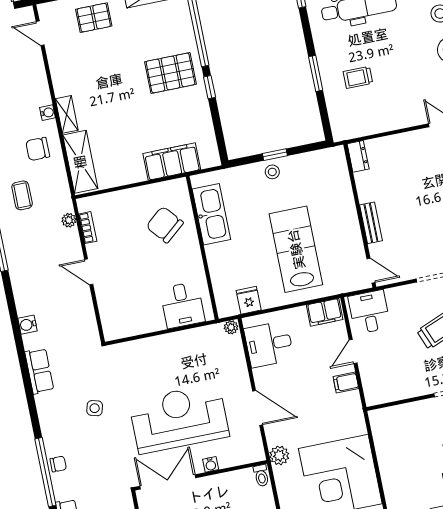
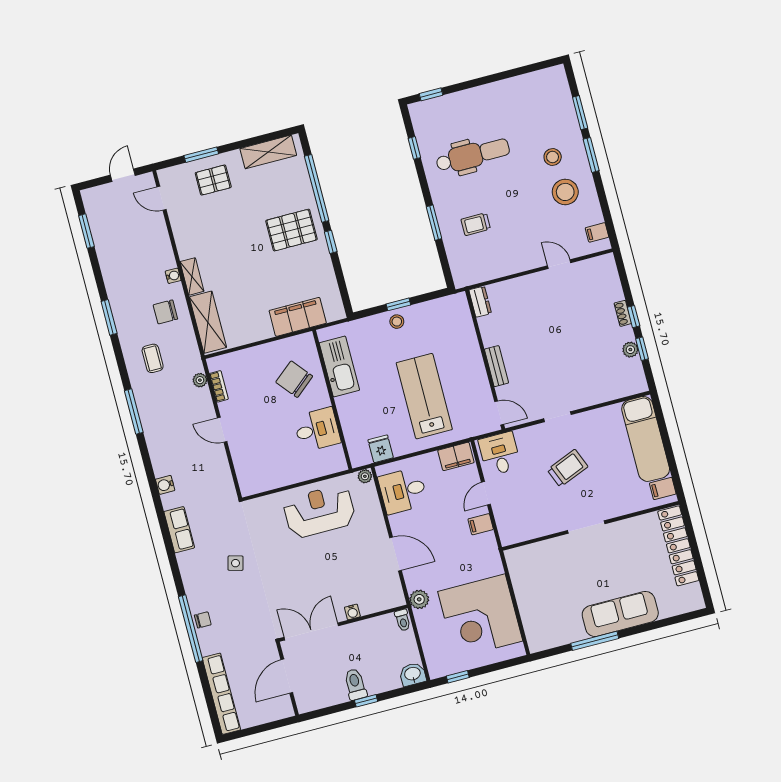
desk: (182, 305) -> (317, 430), moved, turned -90
reception desk: (179, 419) -> (319, 511), moved, width x0.74, depth x0.77

